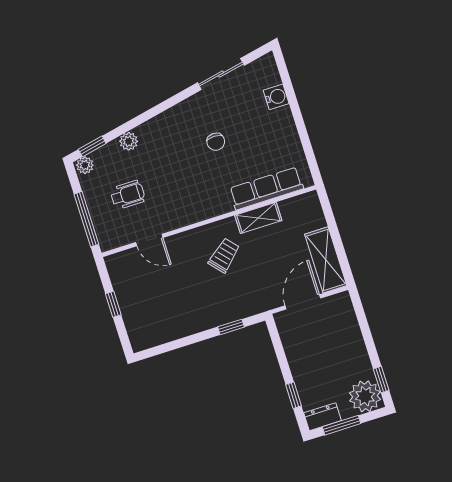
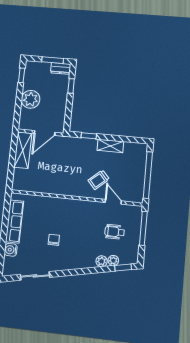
plant: (85, 165) -> (113, 261), moved
row of seats: (266, 188) -> (15, 222), moved, turned -90
shelving: (258, 218) -> (110, 146), moved
trolley: (224, 255) -> (99, 180), moved
window: (113, 304) -> (148, 175), width x3.17
plant: (365, 396) -> (31, 99), moved

